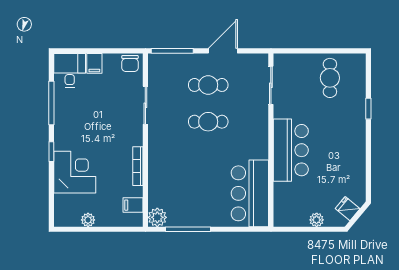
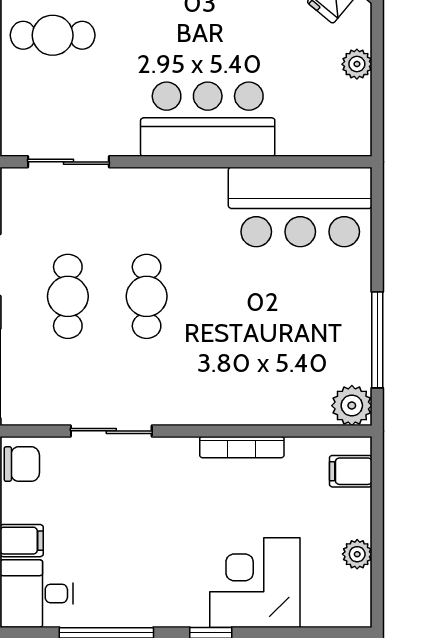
filing cabinet: (133, 205) -> (351, 471), moved, turned 90

